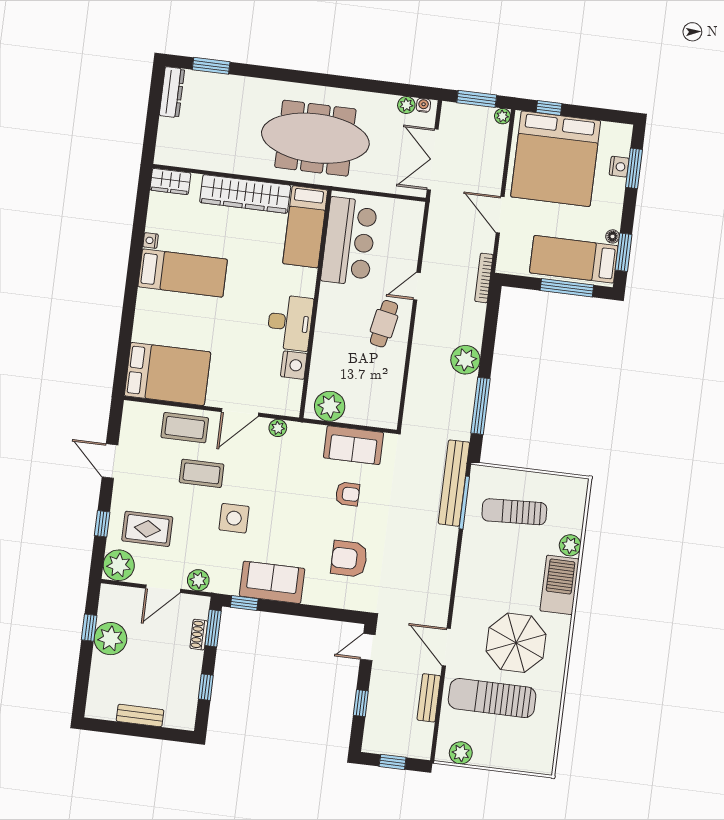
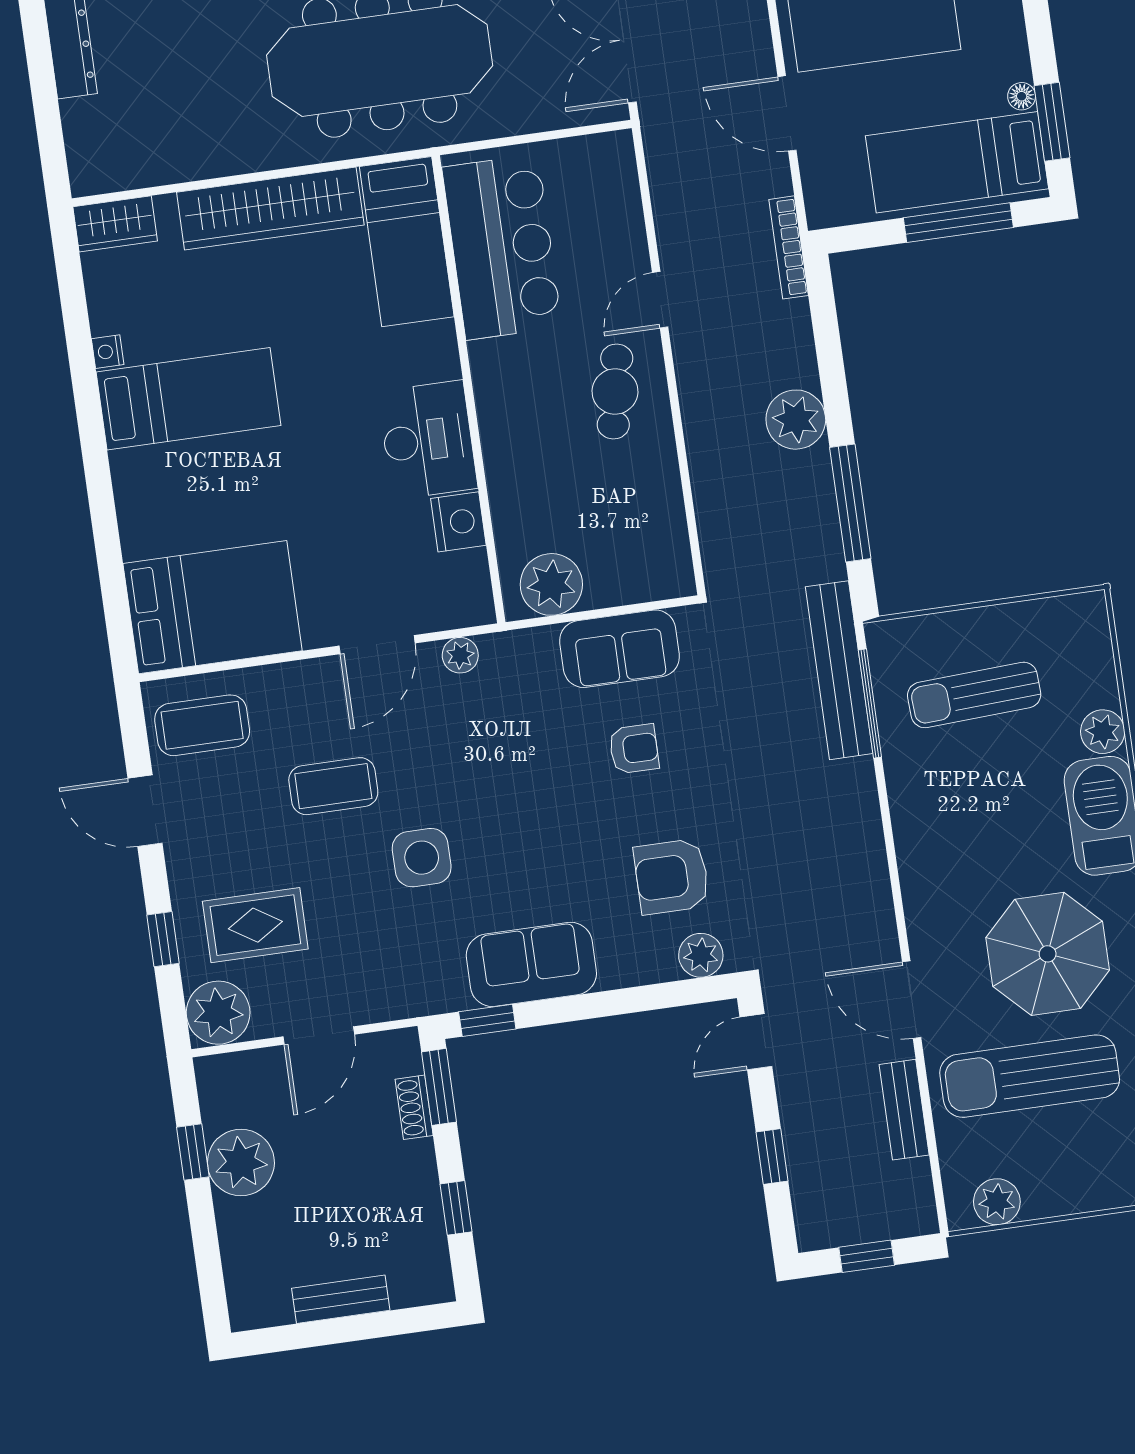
coffee table: (185, 428) -> (202, 725), moved
plant: (198, 580) -> (701, 955), moved

